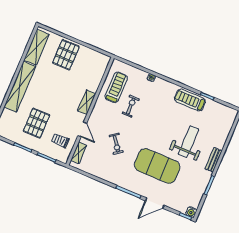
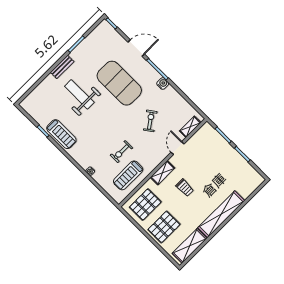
pallet: (36, 123) -> (145, 205), moved
trolley: (60, 141) -> (185, 188), moved
weight bench: (188, 142) -> (79, 94), turned 90
water cooler: (191, 212) -> (163, 84), moved

